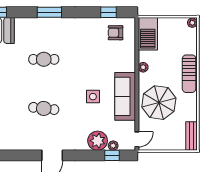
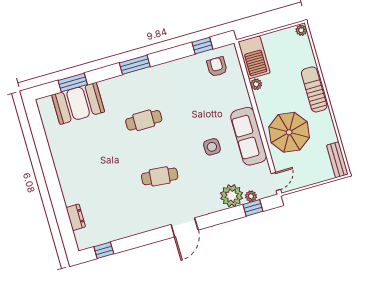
armchair: (116, 33) -> (217, 67), turned 90
plant: (143, 67) -> (256, 84), moved
sun lounger: (189, 74) -> (314, 89), turned 180

